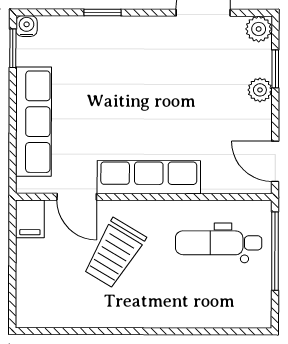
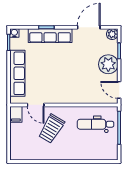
plant: (260, 90) -> (108, 64), width x1.87, depth x1.87
row of seats: (149, 177) -> (50, 36), moved, turned 180

